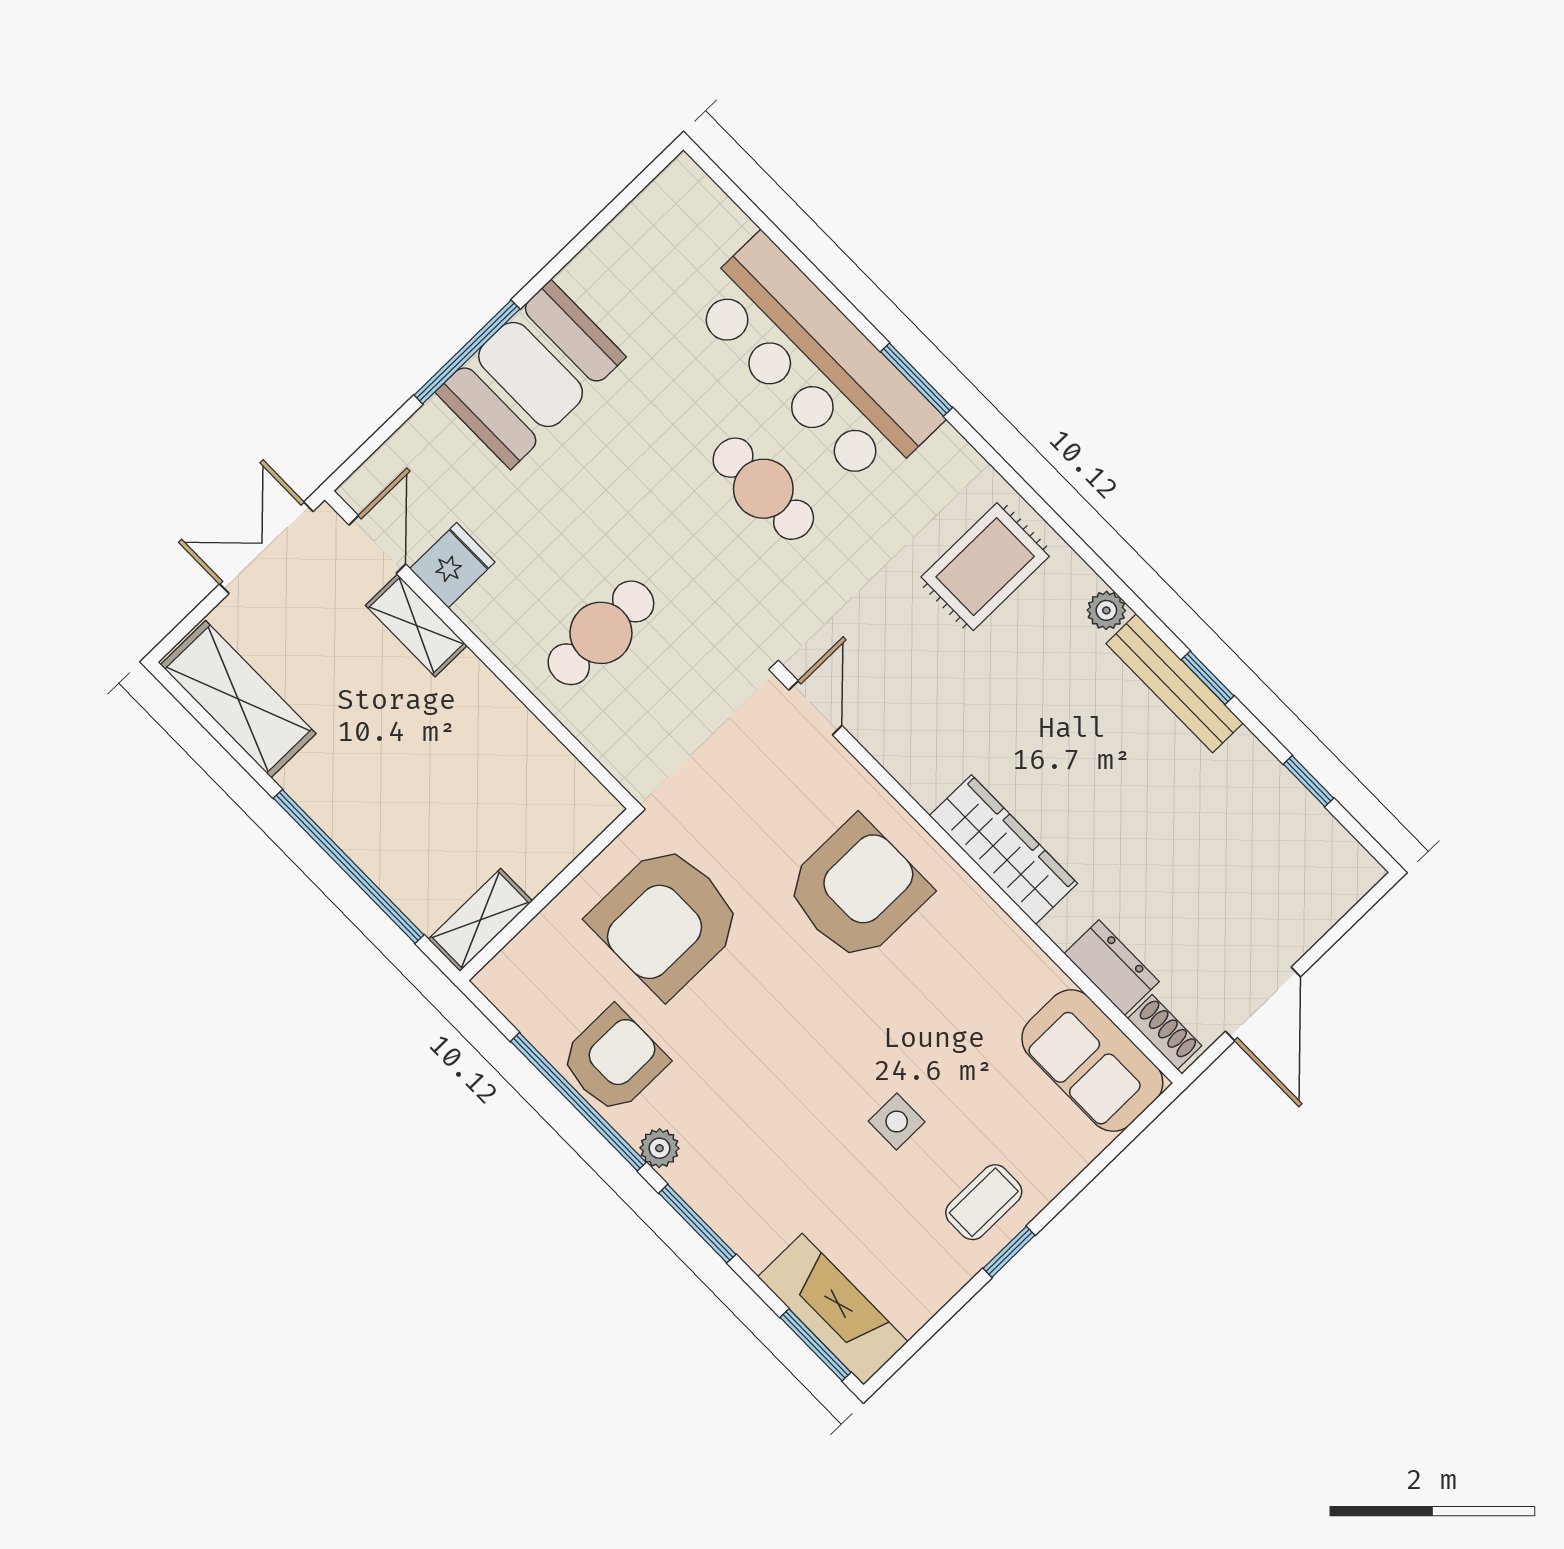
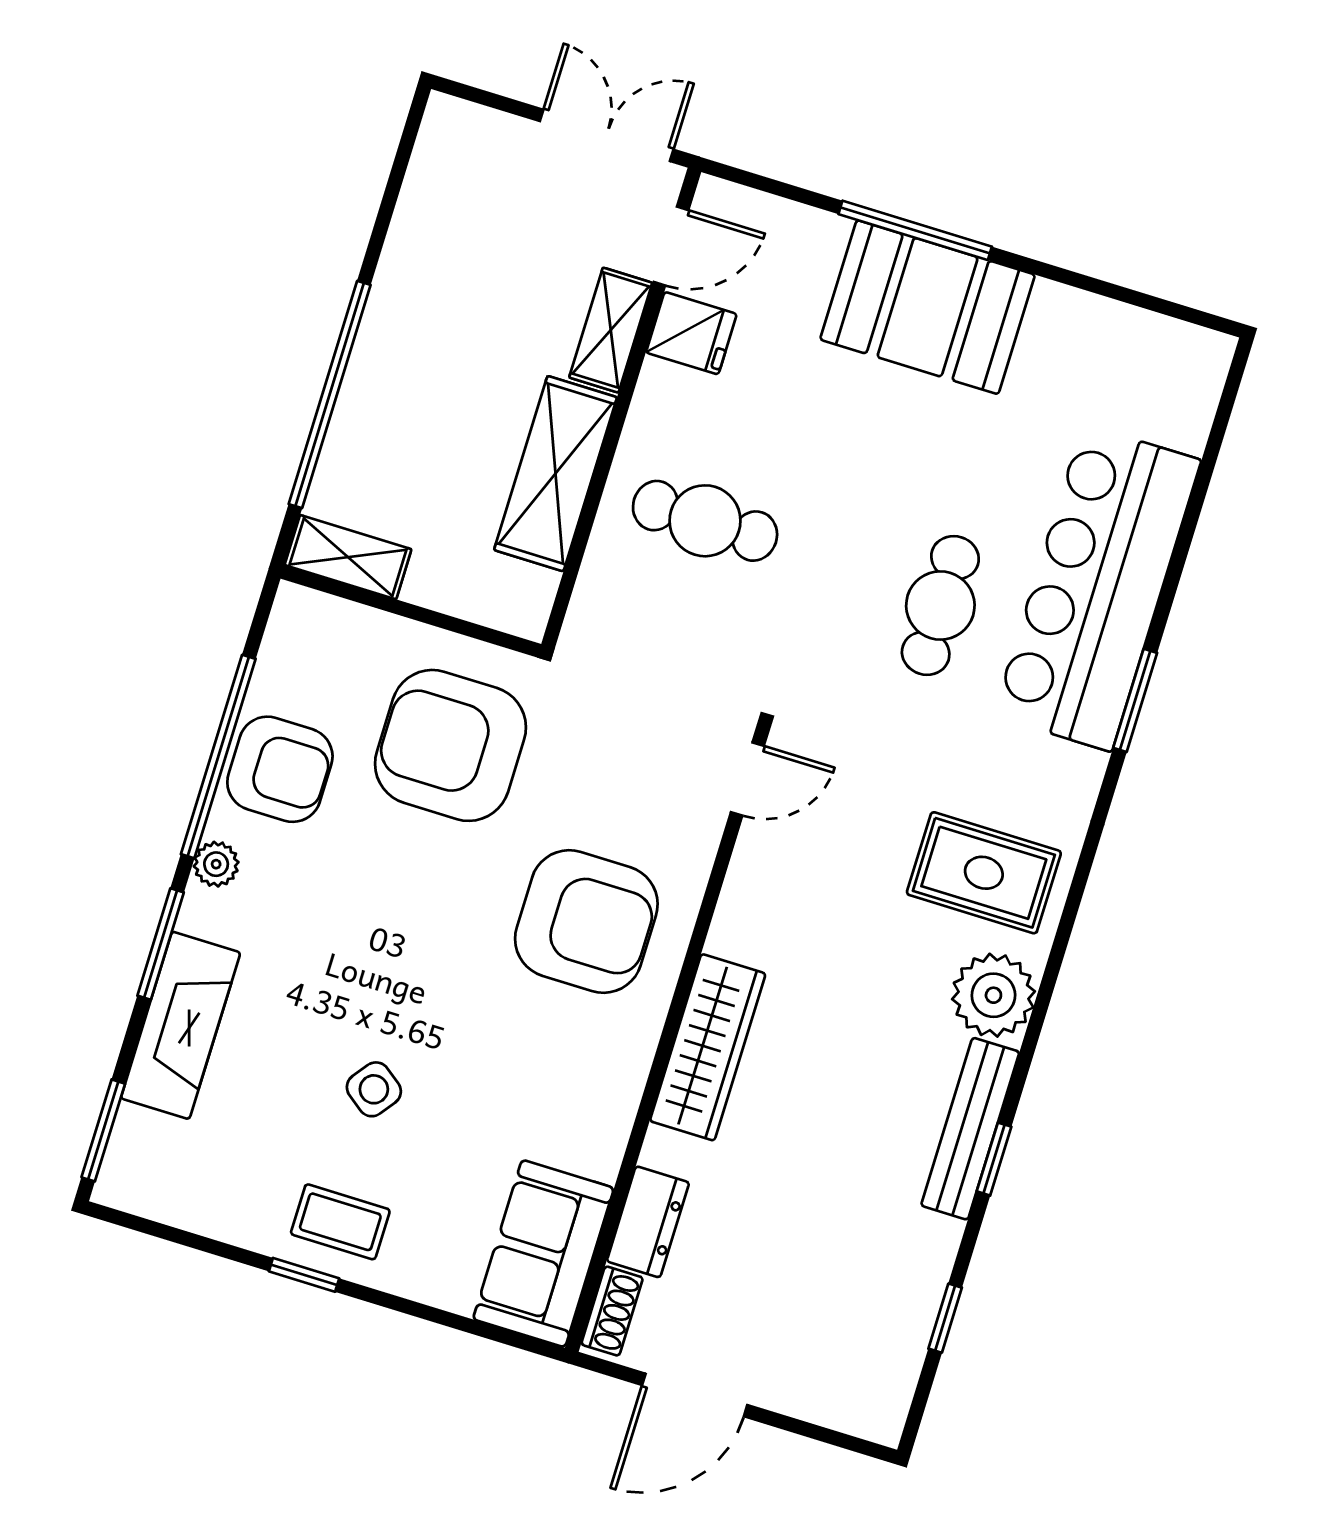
plant: (1106, 610) -> (993, 995), width x1.88, depth x1.88
shelving: (238, 699) -> (556, 474), moved
side table: (897, 1122) -> (374, 1089), turned 37
fireplace: (833, 1309) -> (181, 1025), moved

